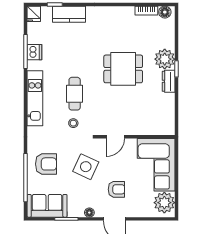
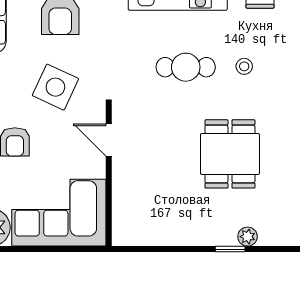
plant: (165, 59) -> (248, 237), width x0.53, depth x0.53
dresser: (169, 81) -> (208, 235), removed
stool: (73, 123) -> (244, 66), moved

